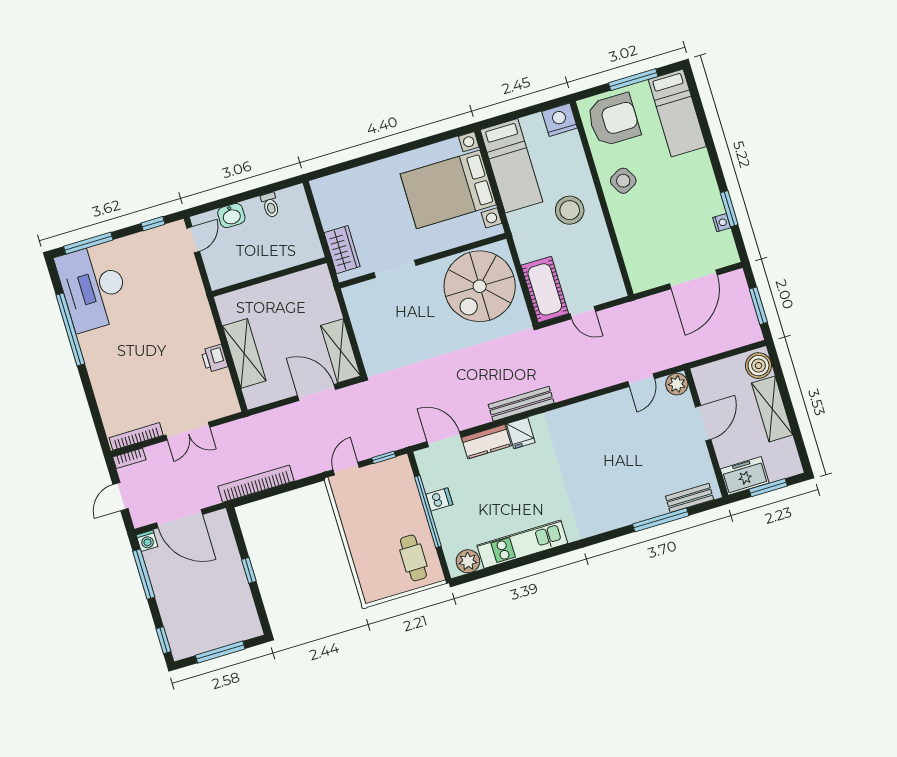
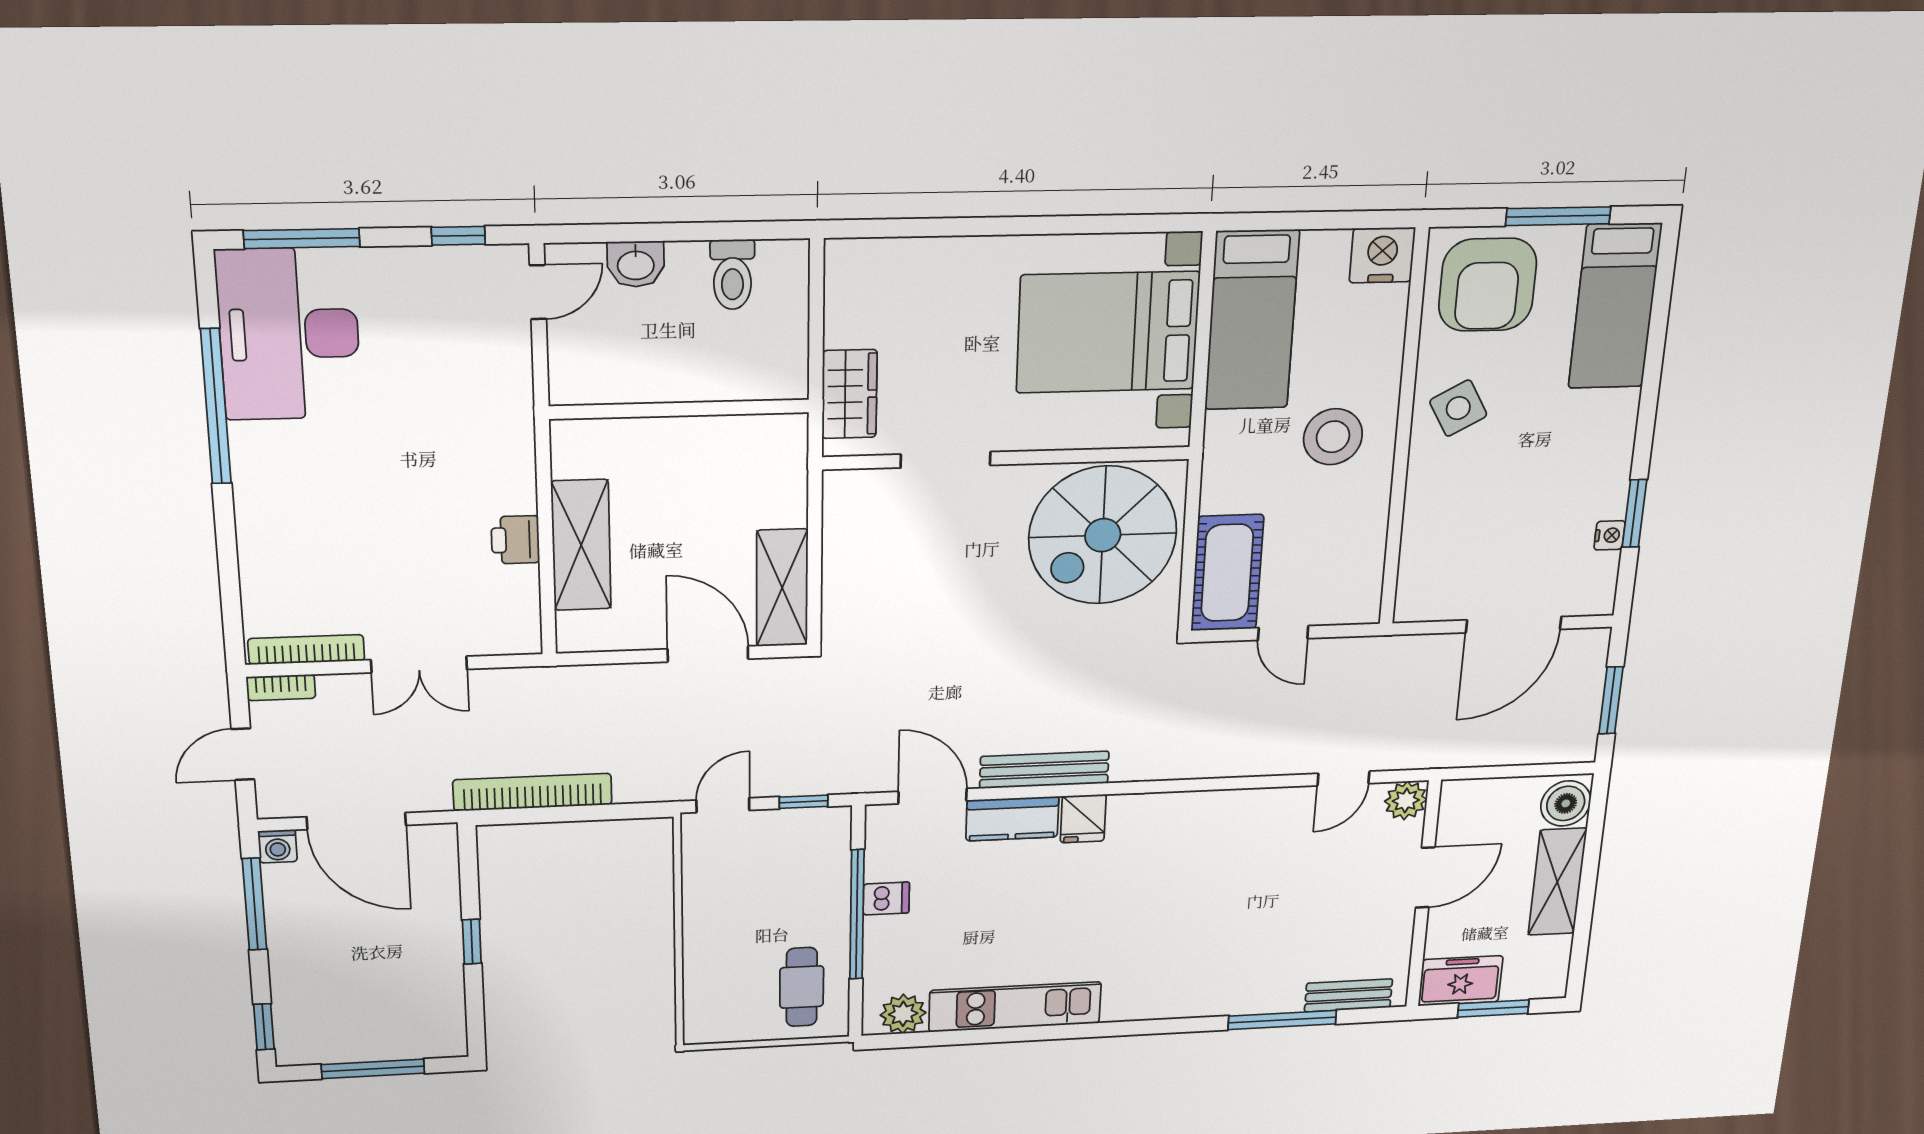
armchair: (614, 120) -> (1488, 285), turned 90
toilet: (270, 205) -> (732, 275), width x1.37, depth x1.39
bench: (521, 404) -> (1044, 770), moved

